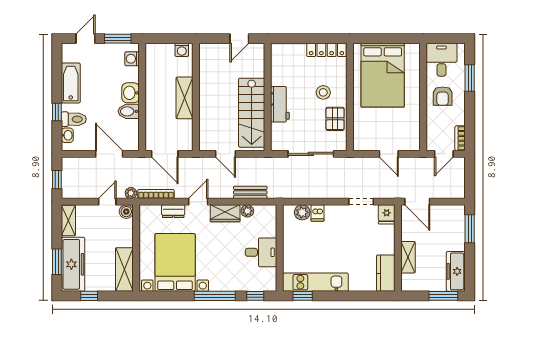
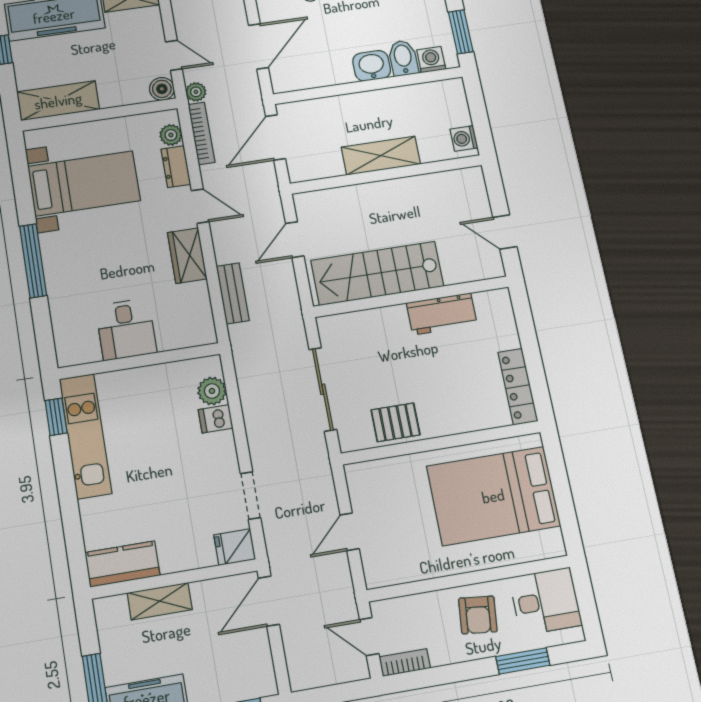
stool: (323, 92) -> (440, 393), removed
armchair: (443, 96) -> (478, 615), turned -84
workbench: (280, 104) -> (442, 314), moved
bidet: (129, 111) -> (403, 58), moved
plant: (247, 211) -> (171, 135), moved
bed with nightstands: (175, 262) -> (84, 183), width x0.73
window: (255, 296) -> (44, 332), removed

